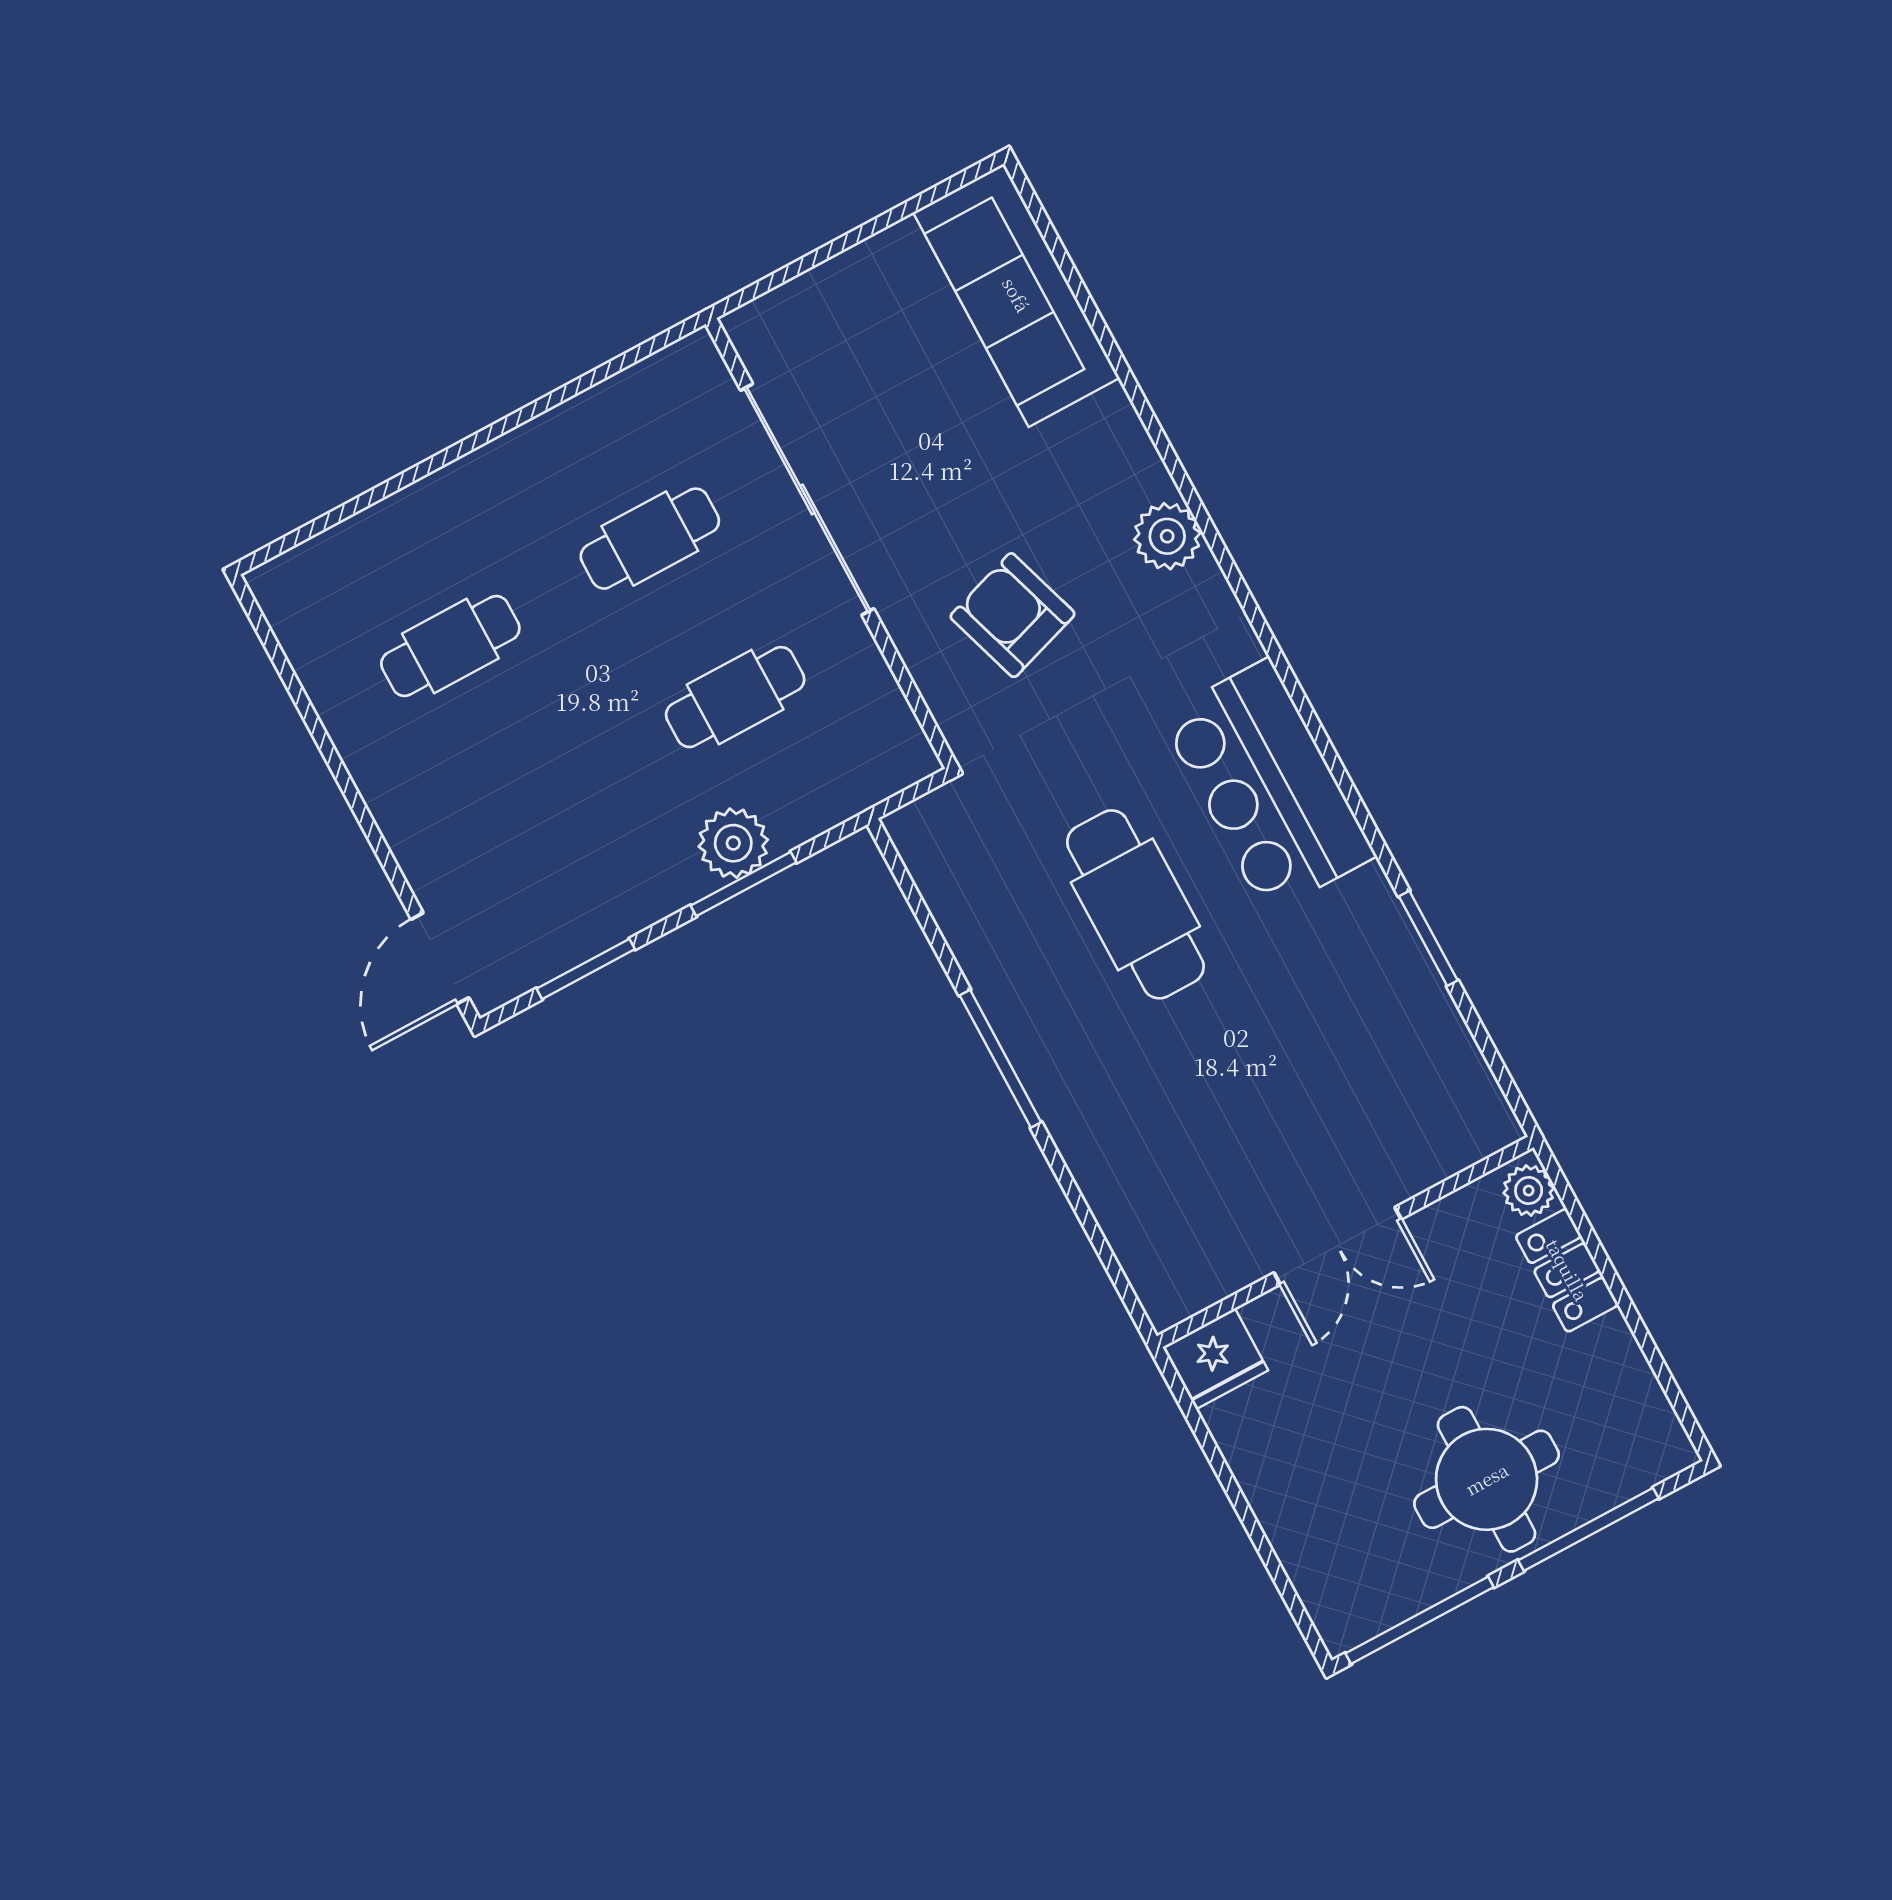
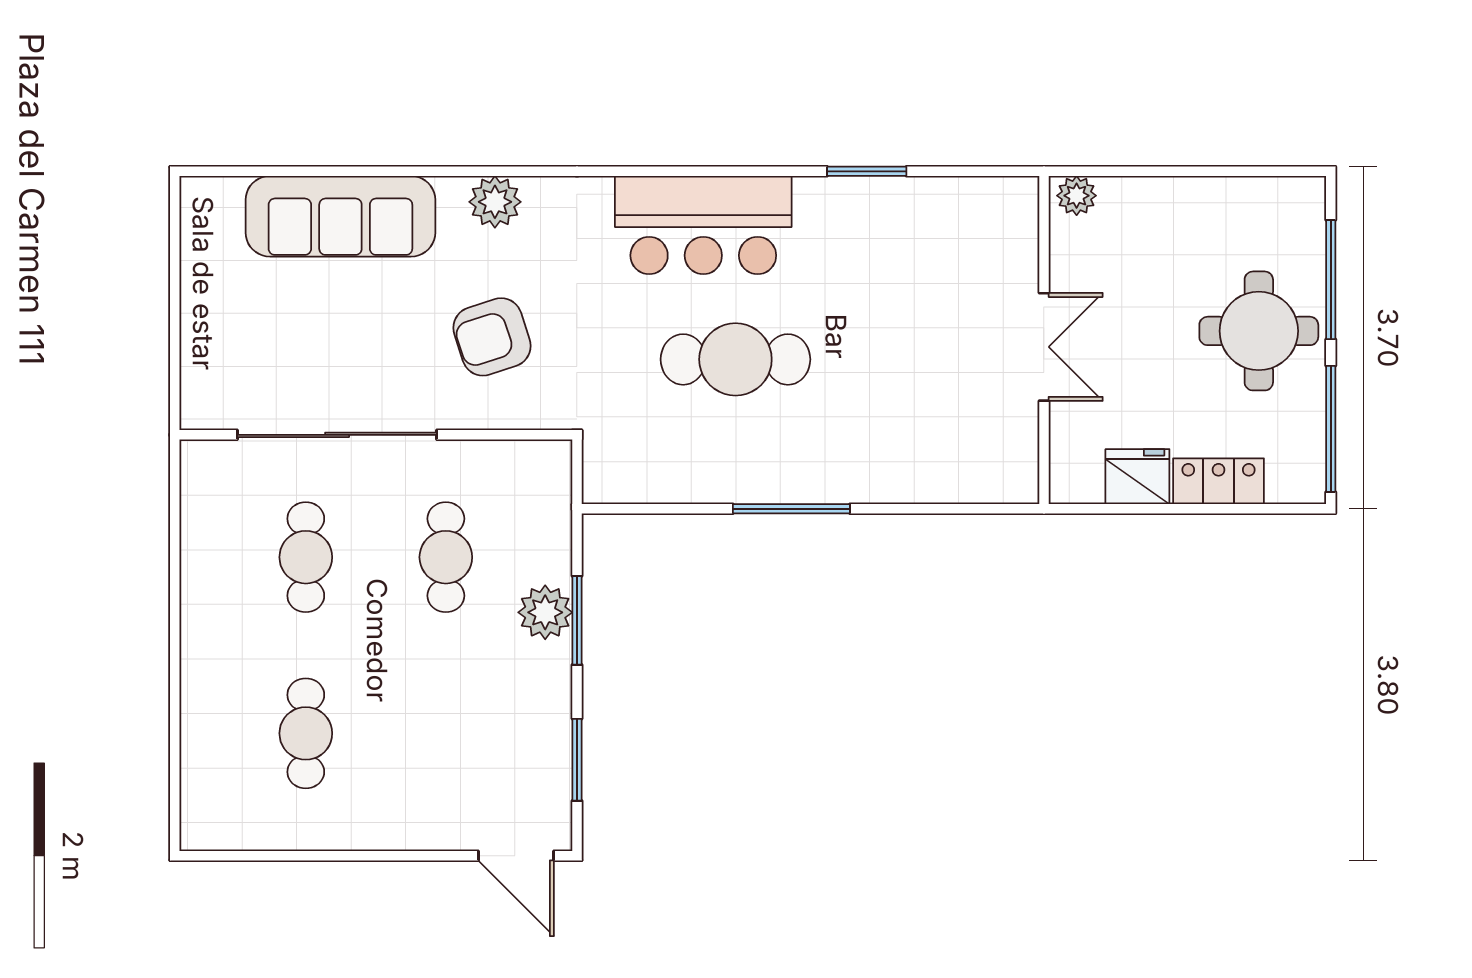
sofa: (1016, 295) -> (340, 216), moved
locker: (1567, 1270) -> (1218, 481), moved, turned 180
fridge: (1215, 1359) -> (1137, 477), moved, turned -90

